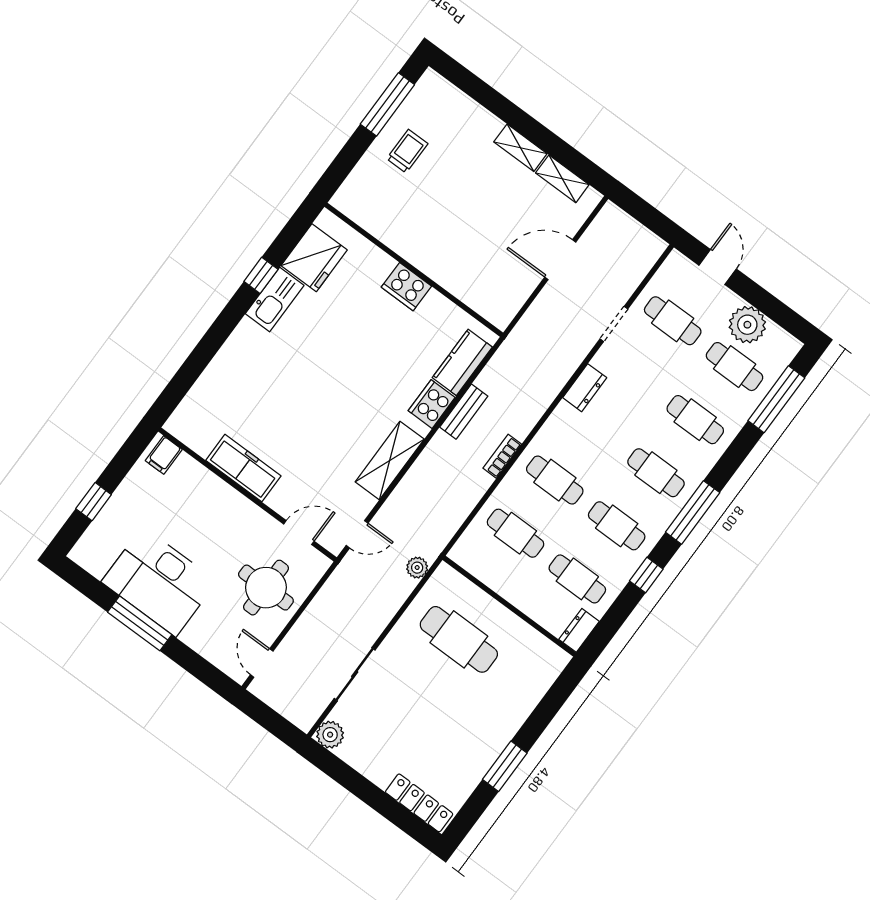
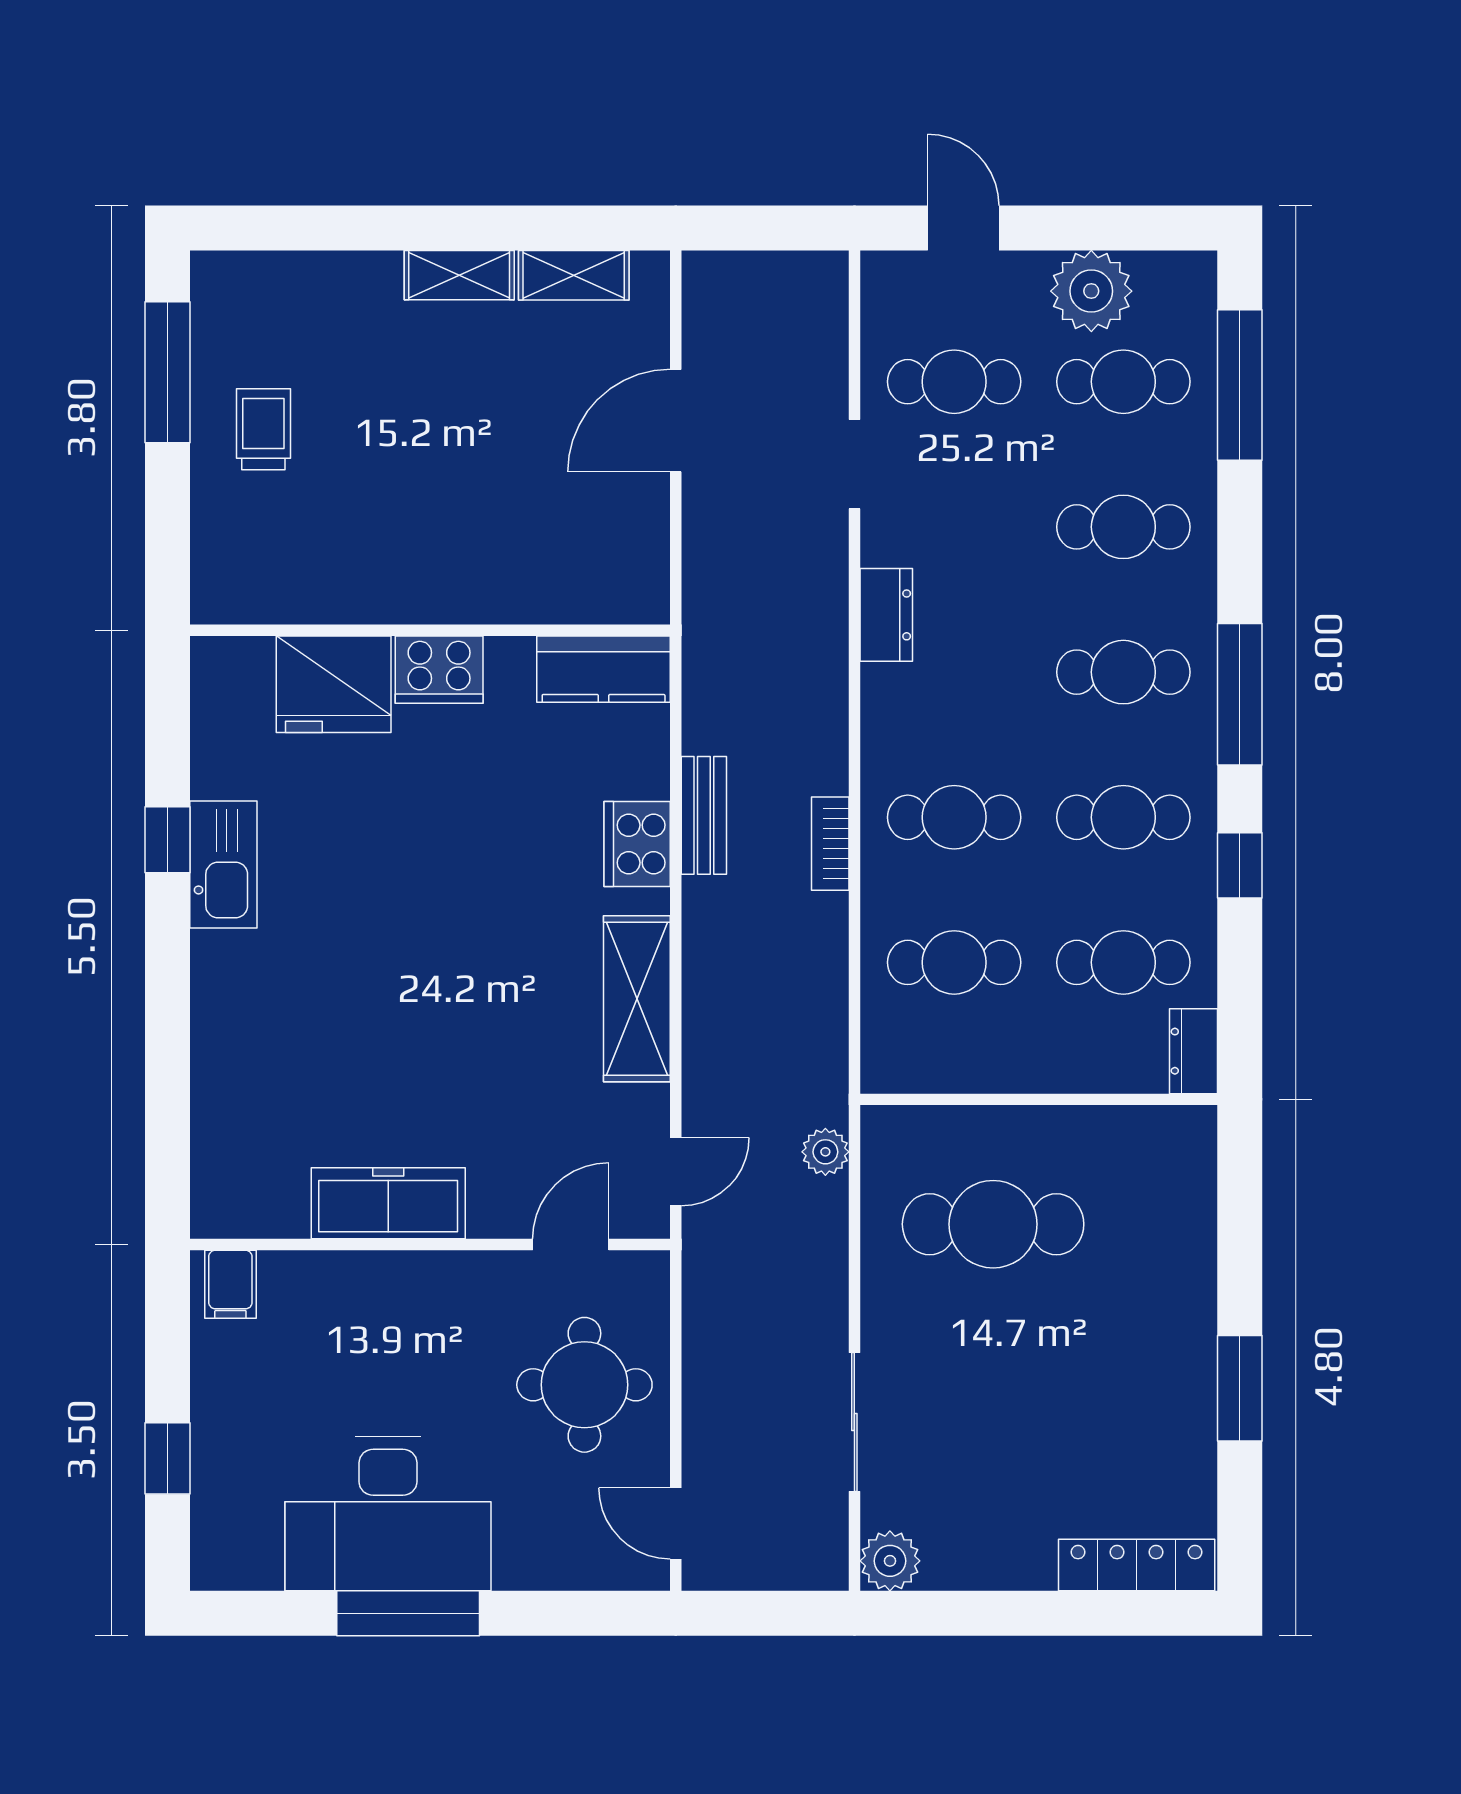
fridge: (314, 258) -> (334, 684), moved, turned 90
kitchen counter: (462, 362) -> (604, 669), moved, turned -90

